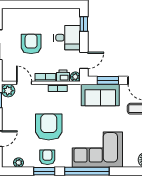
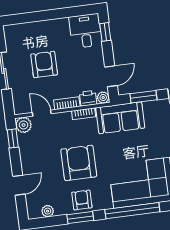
desk: (67, 38) -> (85, 31), moved, turned -90
sofa: (100, 95) -> (120, 118), moved

